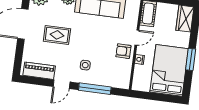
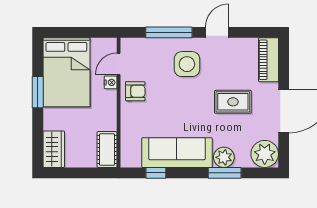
door: (137, 38) -> (119, 64), moved
side table: (85, 65) -> (187, 64), width x1.87, depth x1.87
piano: (39, 71) -> (268, 60), moved, turned 90

